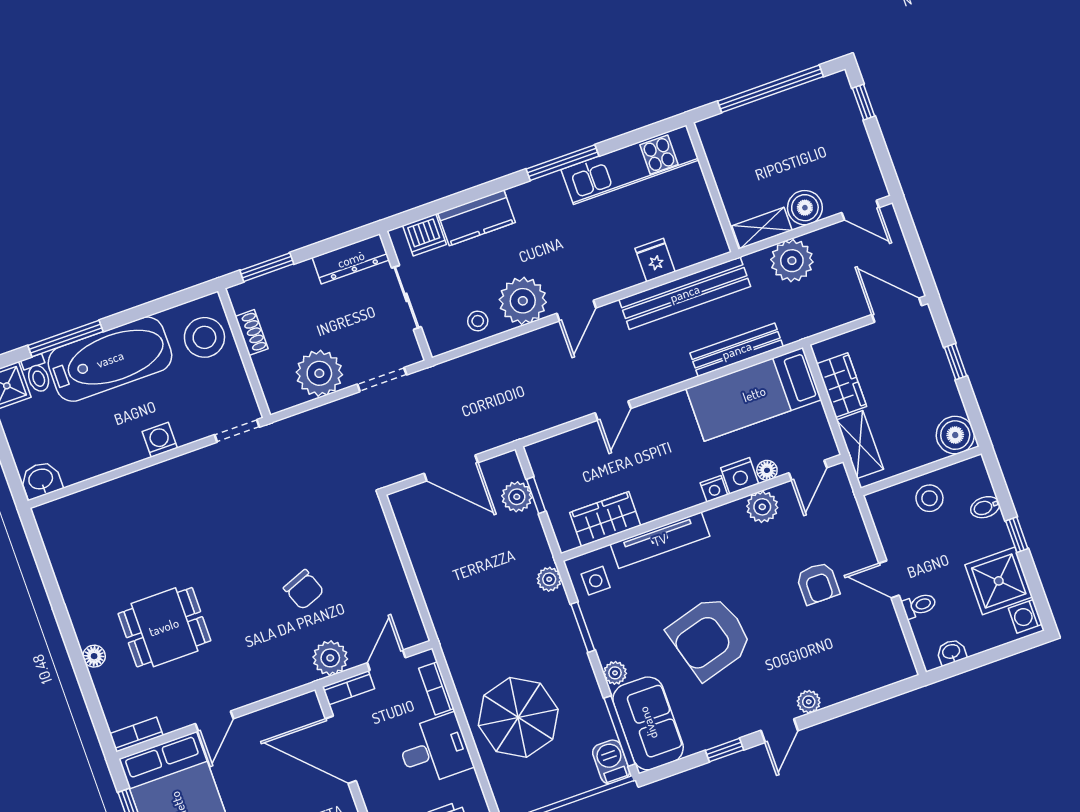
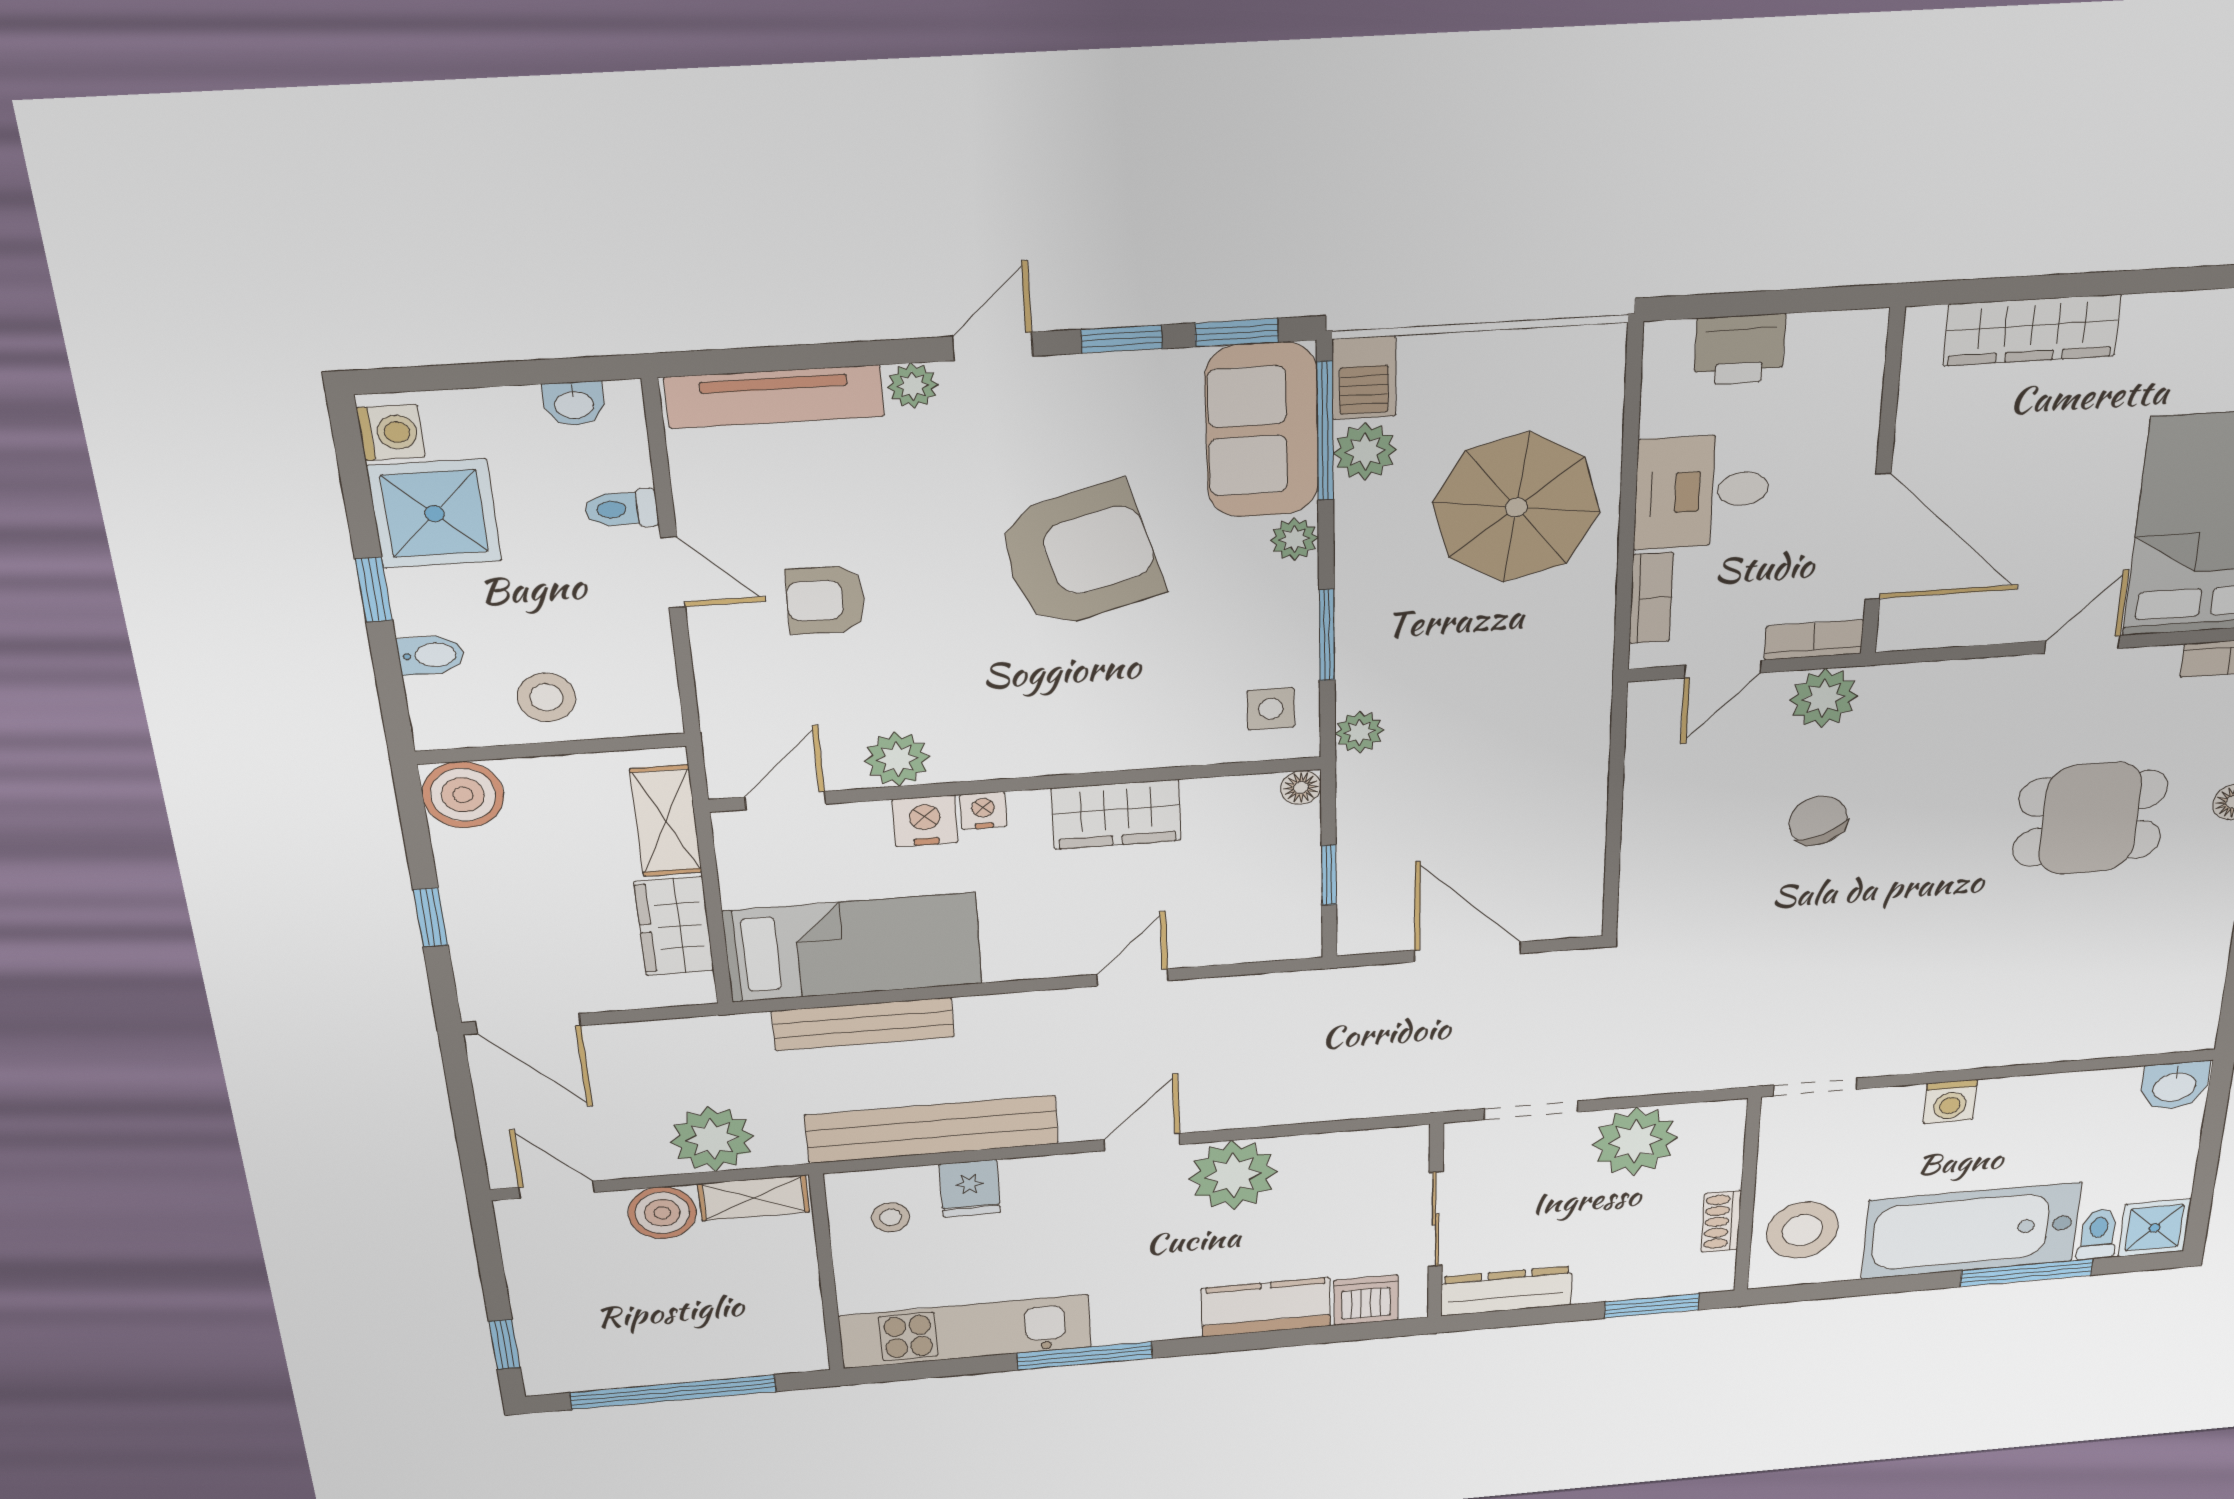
stool: (478, 321) -> (891, 1217), moved
floor lamp: (767, 470) -> (1301, 787), moved
plant: (517, 497) -> (1365, 451), moved
wardrobe: (605, 519) -> (1116, 814), moved
tv unit: (660, 540) -> (775, 397), moved, turned 180
armchair: (818, 583) -> (826, 600), turned -89
window: (675, 768) -> (1237, 333), added

